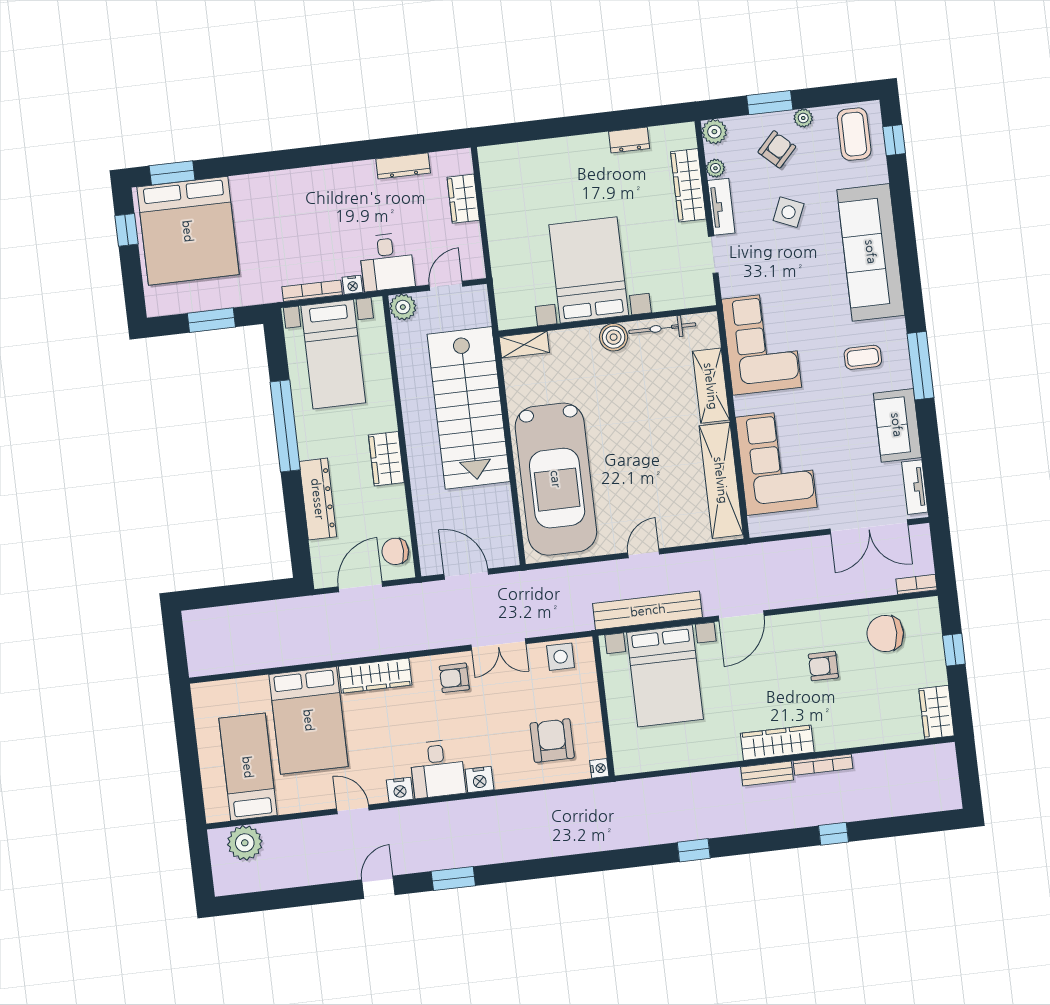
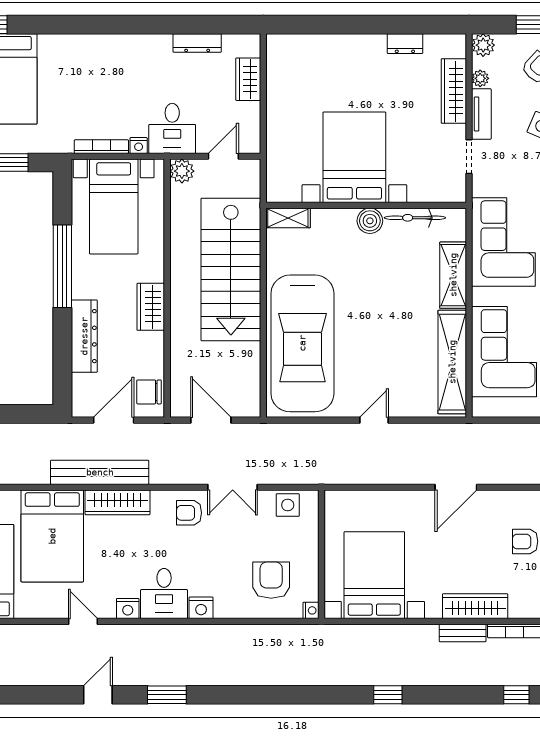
bench: (648, 610) -> (100, 472), moved
bed with nightstands: (665, 676) -> (374, 575), moved, turned 180

